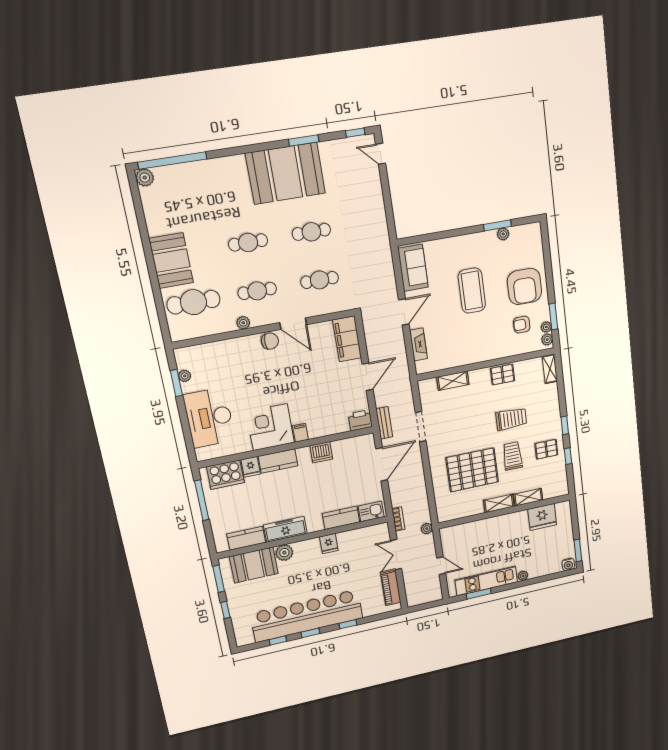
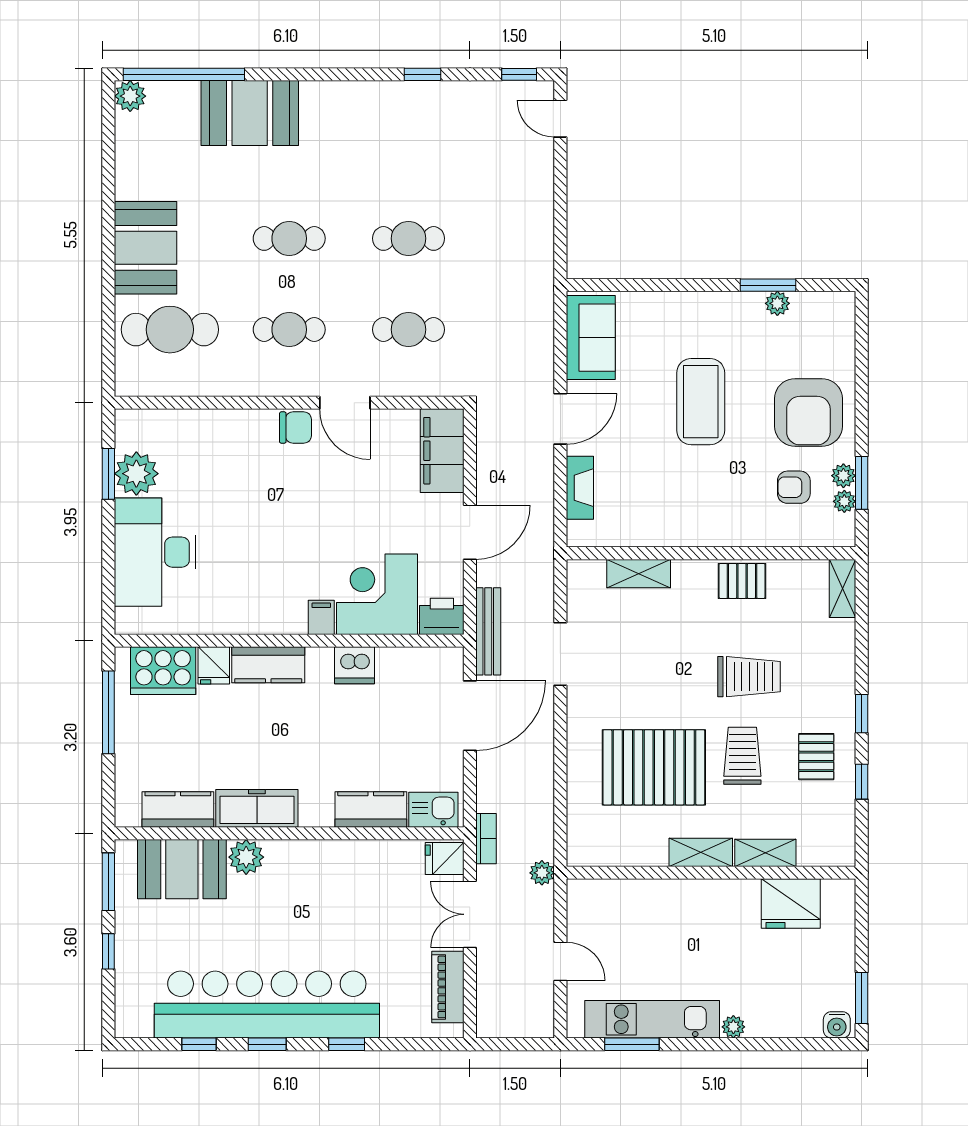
window: (304, 140) -> (423, 74), width x0.67
booth: (286, 173) -> (250, 113), moved, width x0.73, depth x0.70
plant: (243, 323) -> (253, 384), removed
plant: (547, 340) -> (843, 476), moved
plant: (185, 376) -> (136, 474), width x1.88, depth x1.88
bench: (384, 423) -> (488, 631), width x1.36
corner desk: (270, 427) -> (377, 594), moved
pallet: (546, 449) -> (816, 757), turned 90
fridge: (329, 544) -> (445, 858), moved, turned 90

